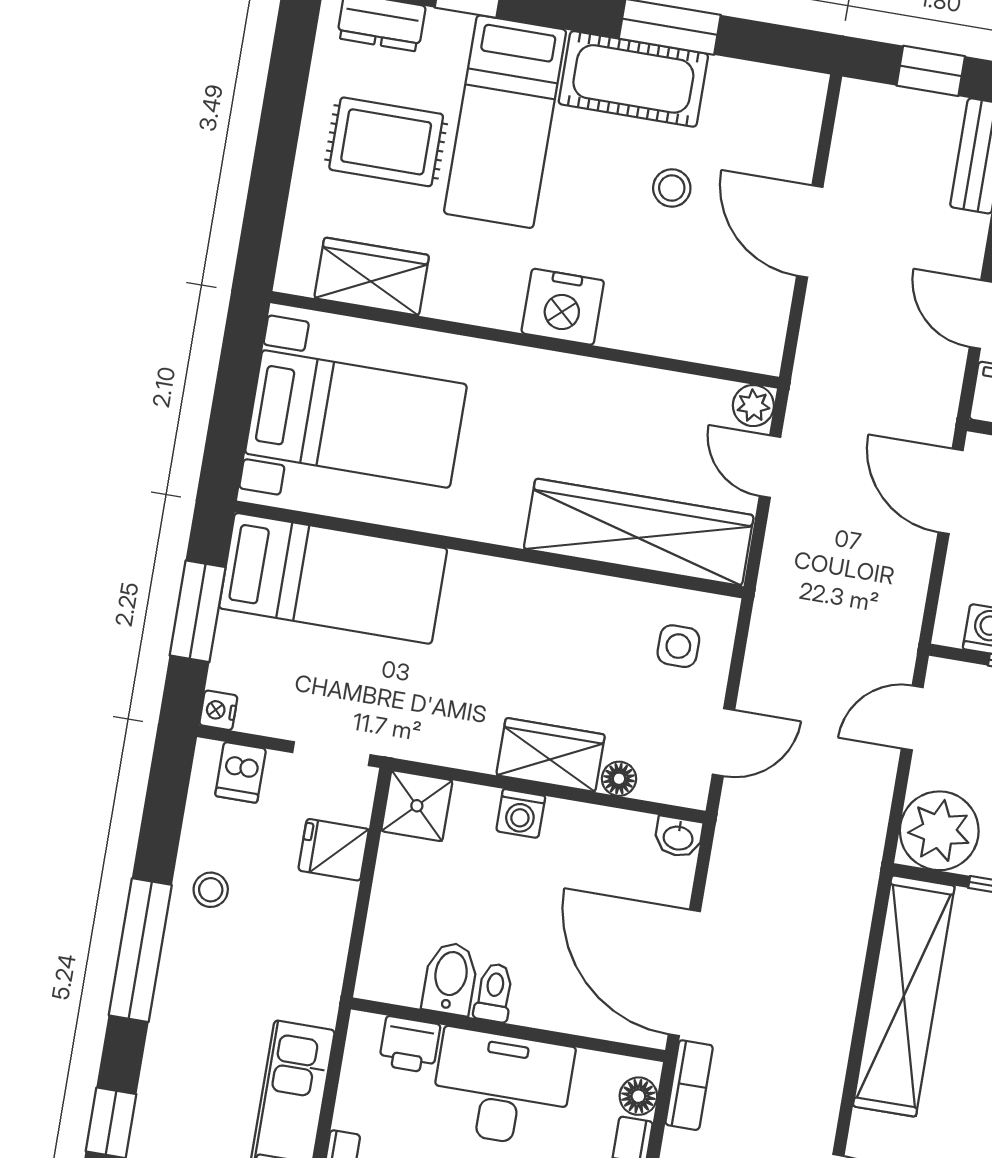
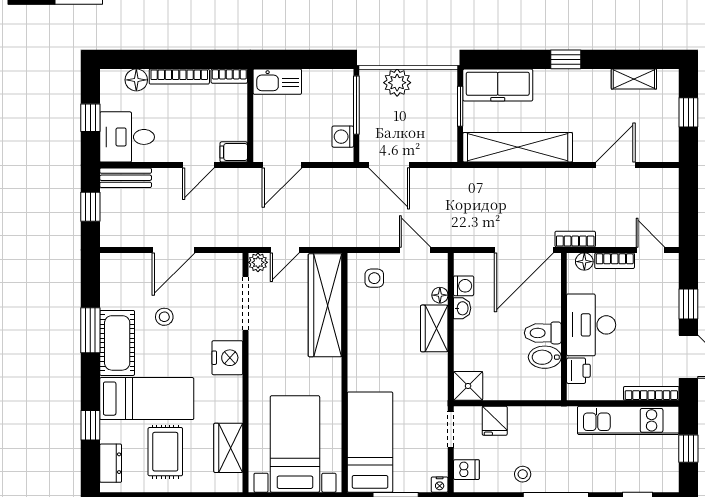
doorway: (671, 365) -> (246, 304), added
door: (912, 718) -> (389, 165), width x1.38
washing machine: (521, 814) -> (464, 286), moved
plant: (939, 831) -> (439, 144), removed
washbasin: (678, 837) -> (462, 308), moved
toilet: (494, 993) -> (543, 333), width x1.37, depth x1.39

